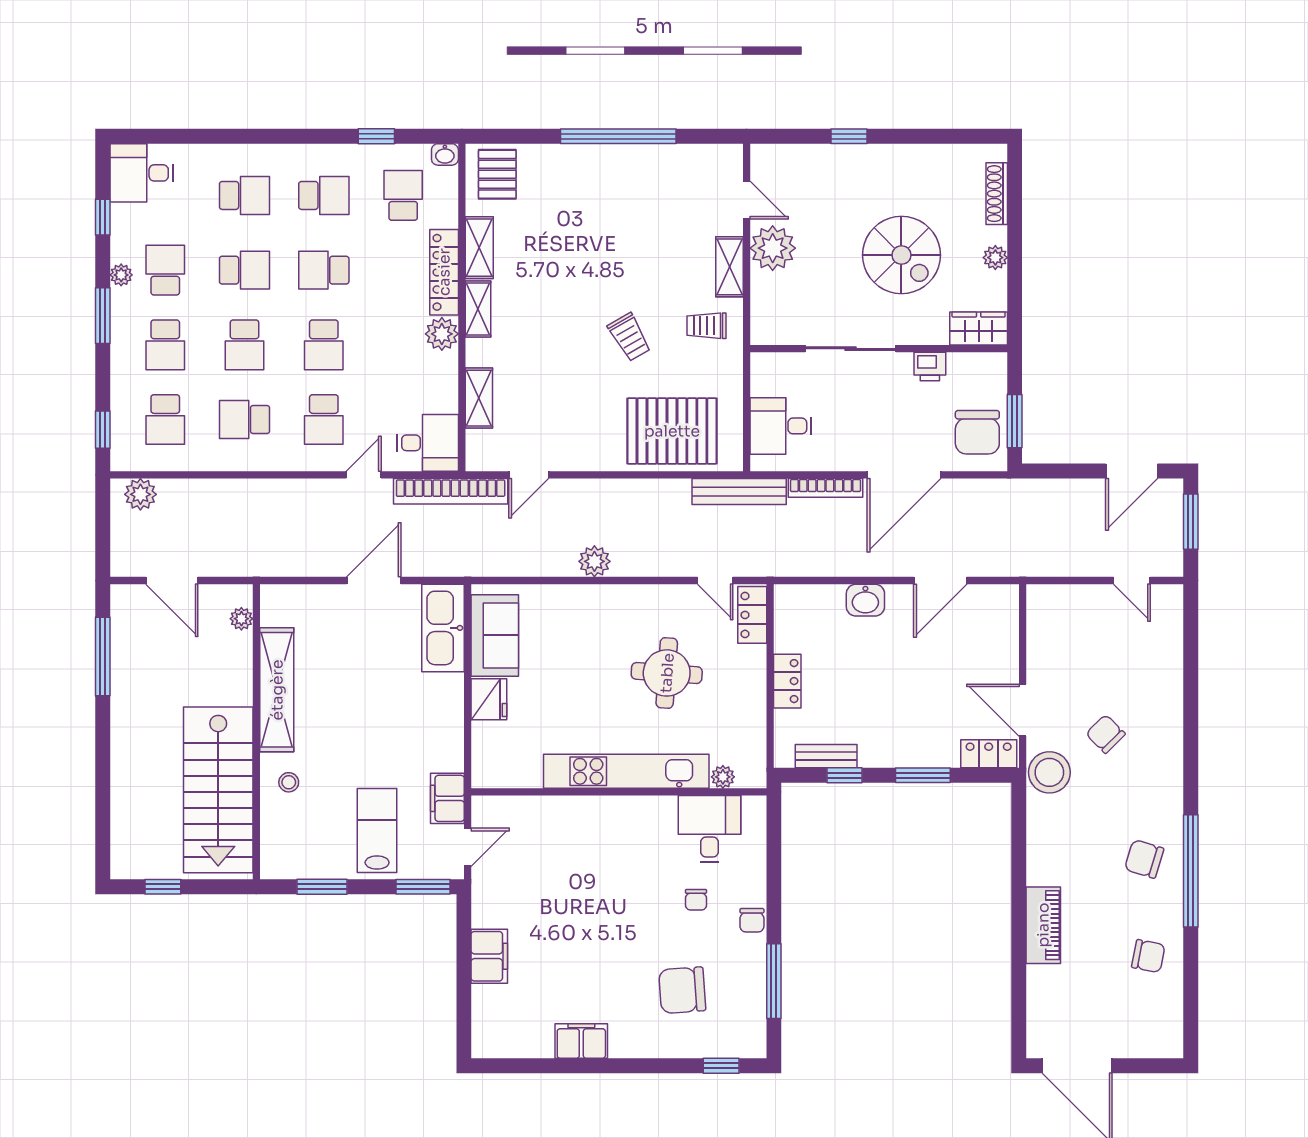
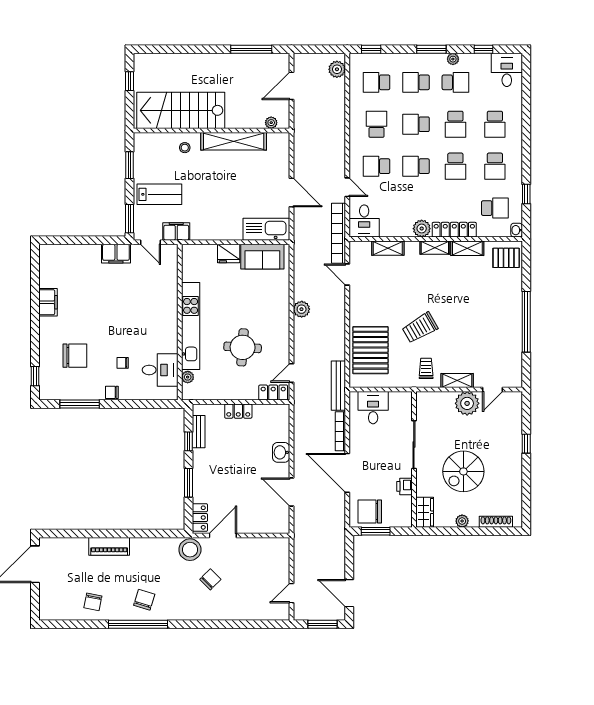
school desk: (324, 270) -> (455, 166), turned 180
trolley: (629, 337) -> (420, 328), width x1.36, depth x1.39
filing cabinet: (489, 956) -> (116, 254), moved
chair: (682, 990) -> (75, 356), turned 94

